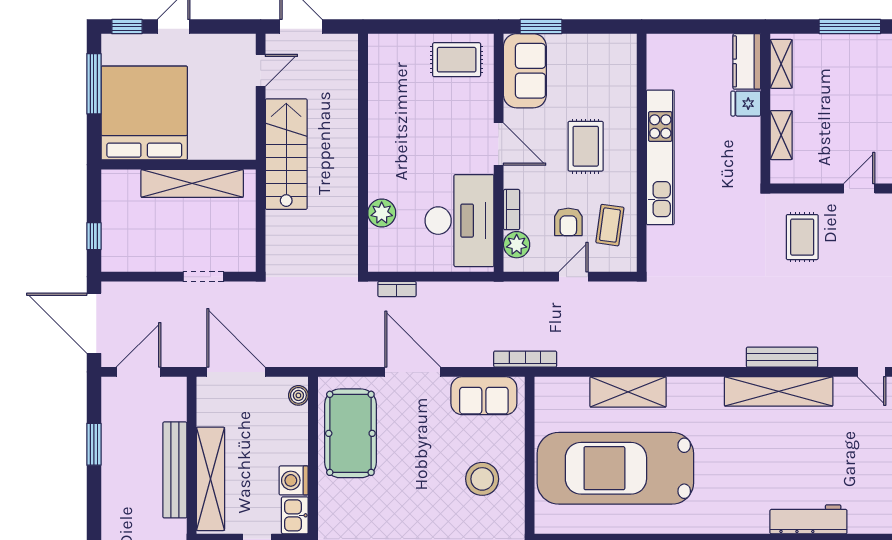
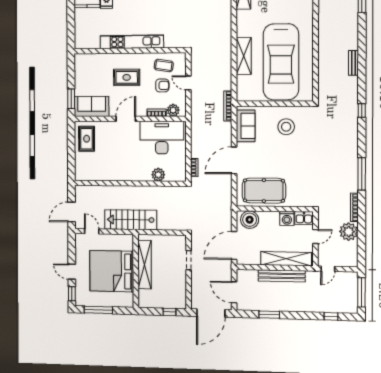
bed: (144, 113) -> (112, 271), moved
boiler: (298, 395) -> (250, 220), width x1.86, depth x1.86

